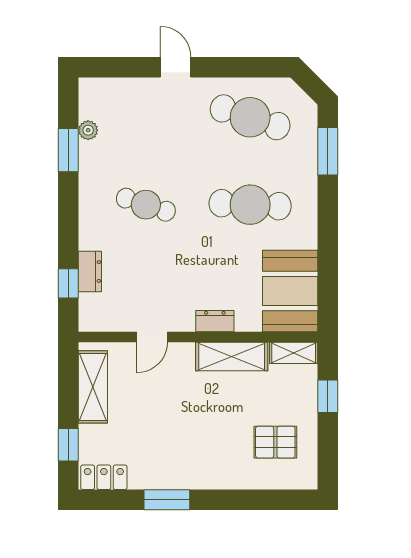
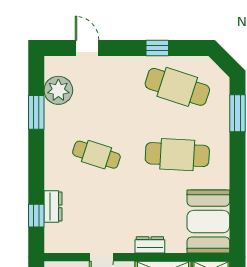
door: (176, 67) -> (87, 48), moved
window: (224, 67) -> (157, 48), added
plant: (88, 130) -> (58, 90), width x1.88, depth x1.88

